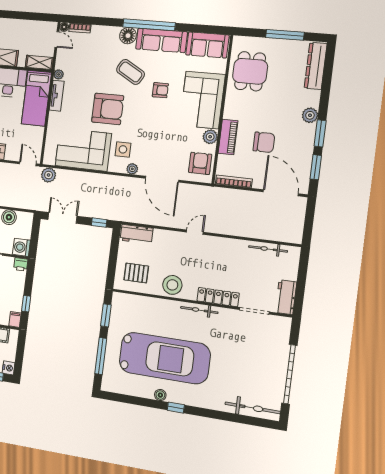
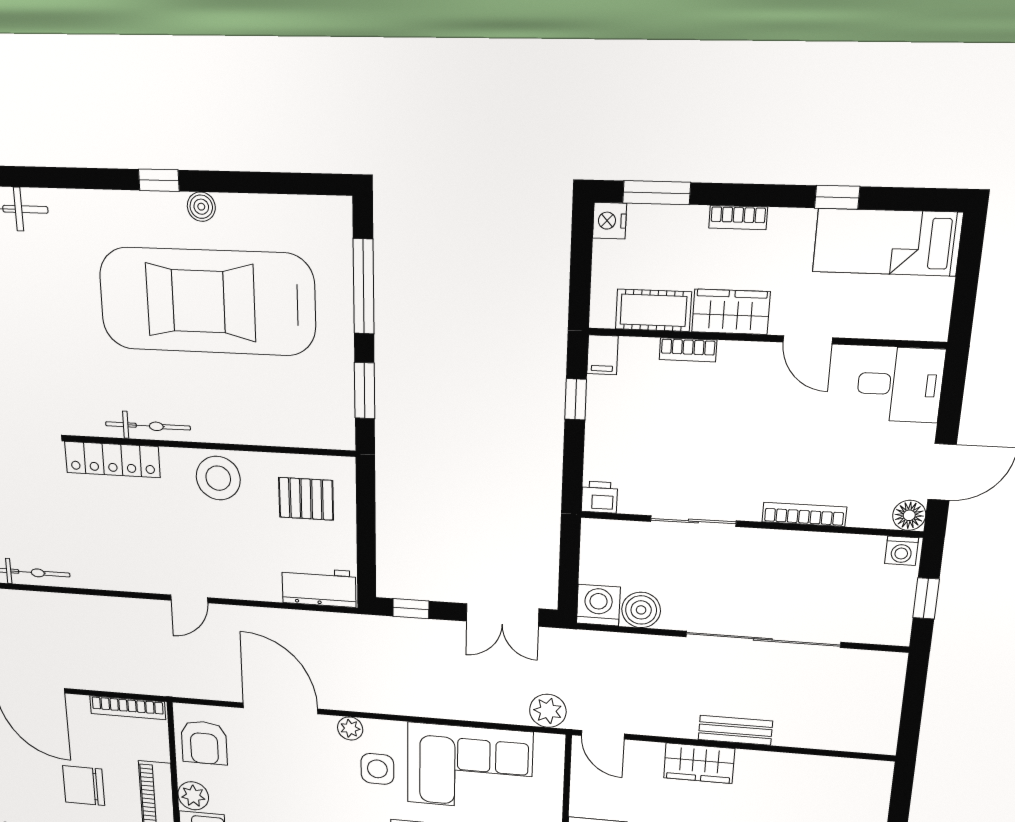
washing machine: (21, 247) -> (598, 605), moved, turned -90

